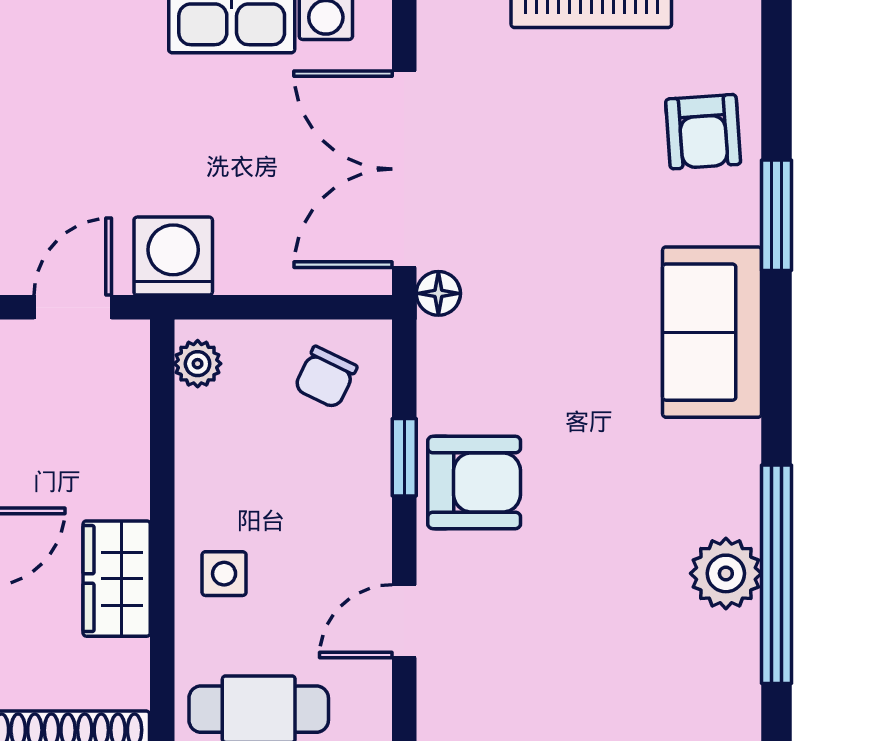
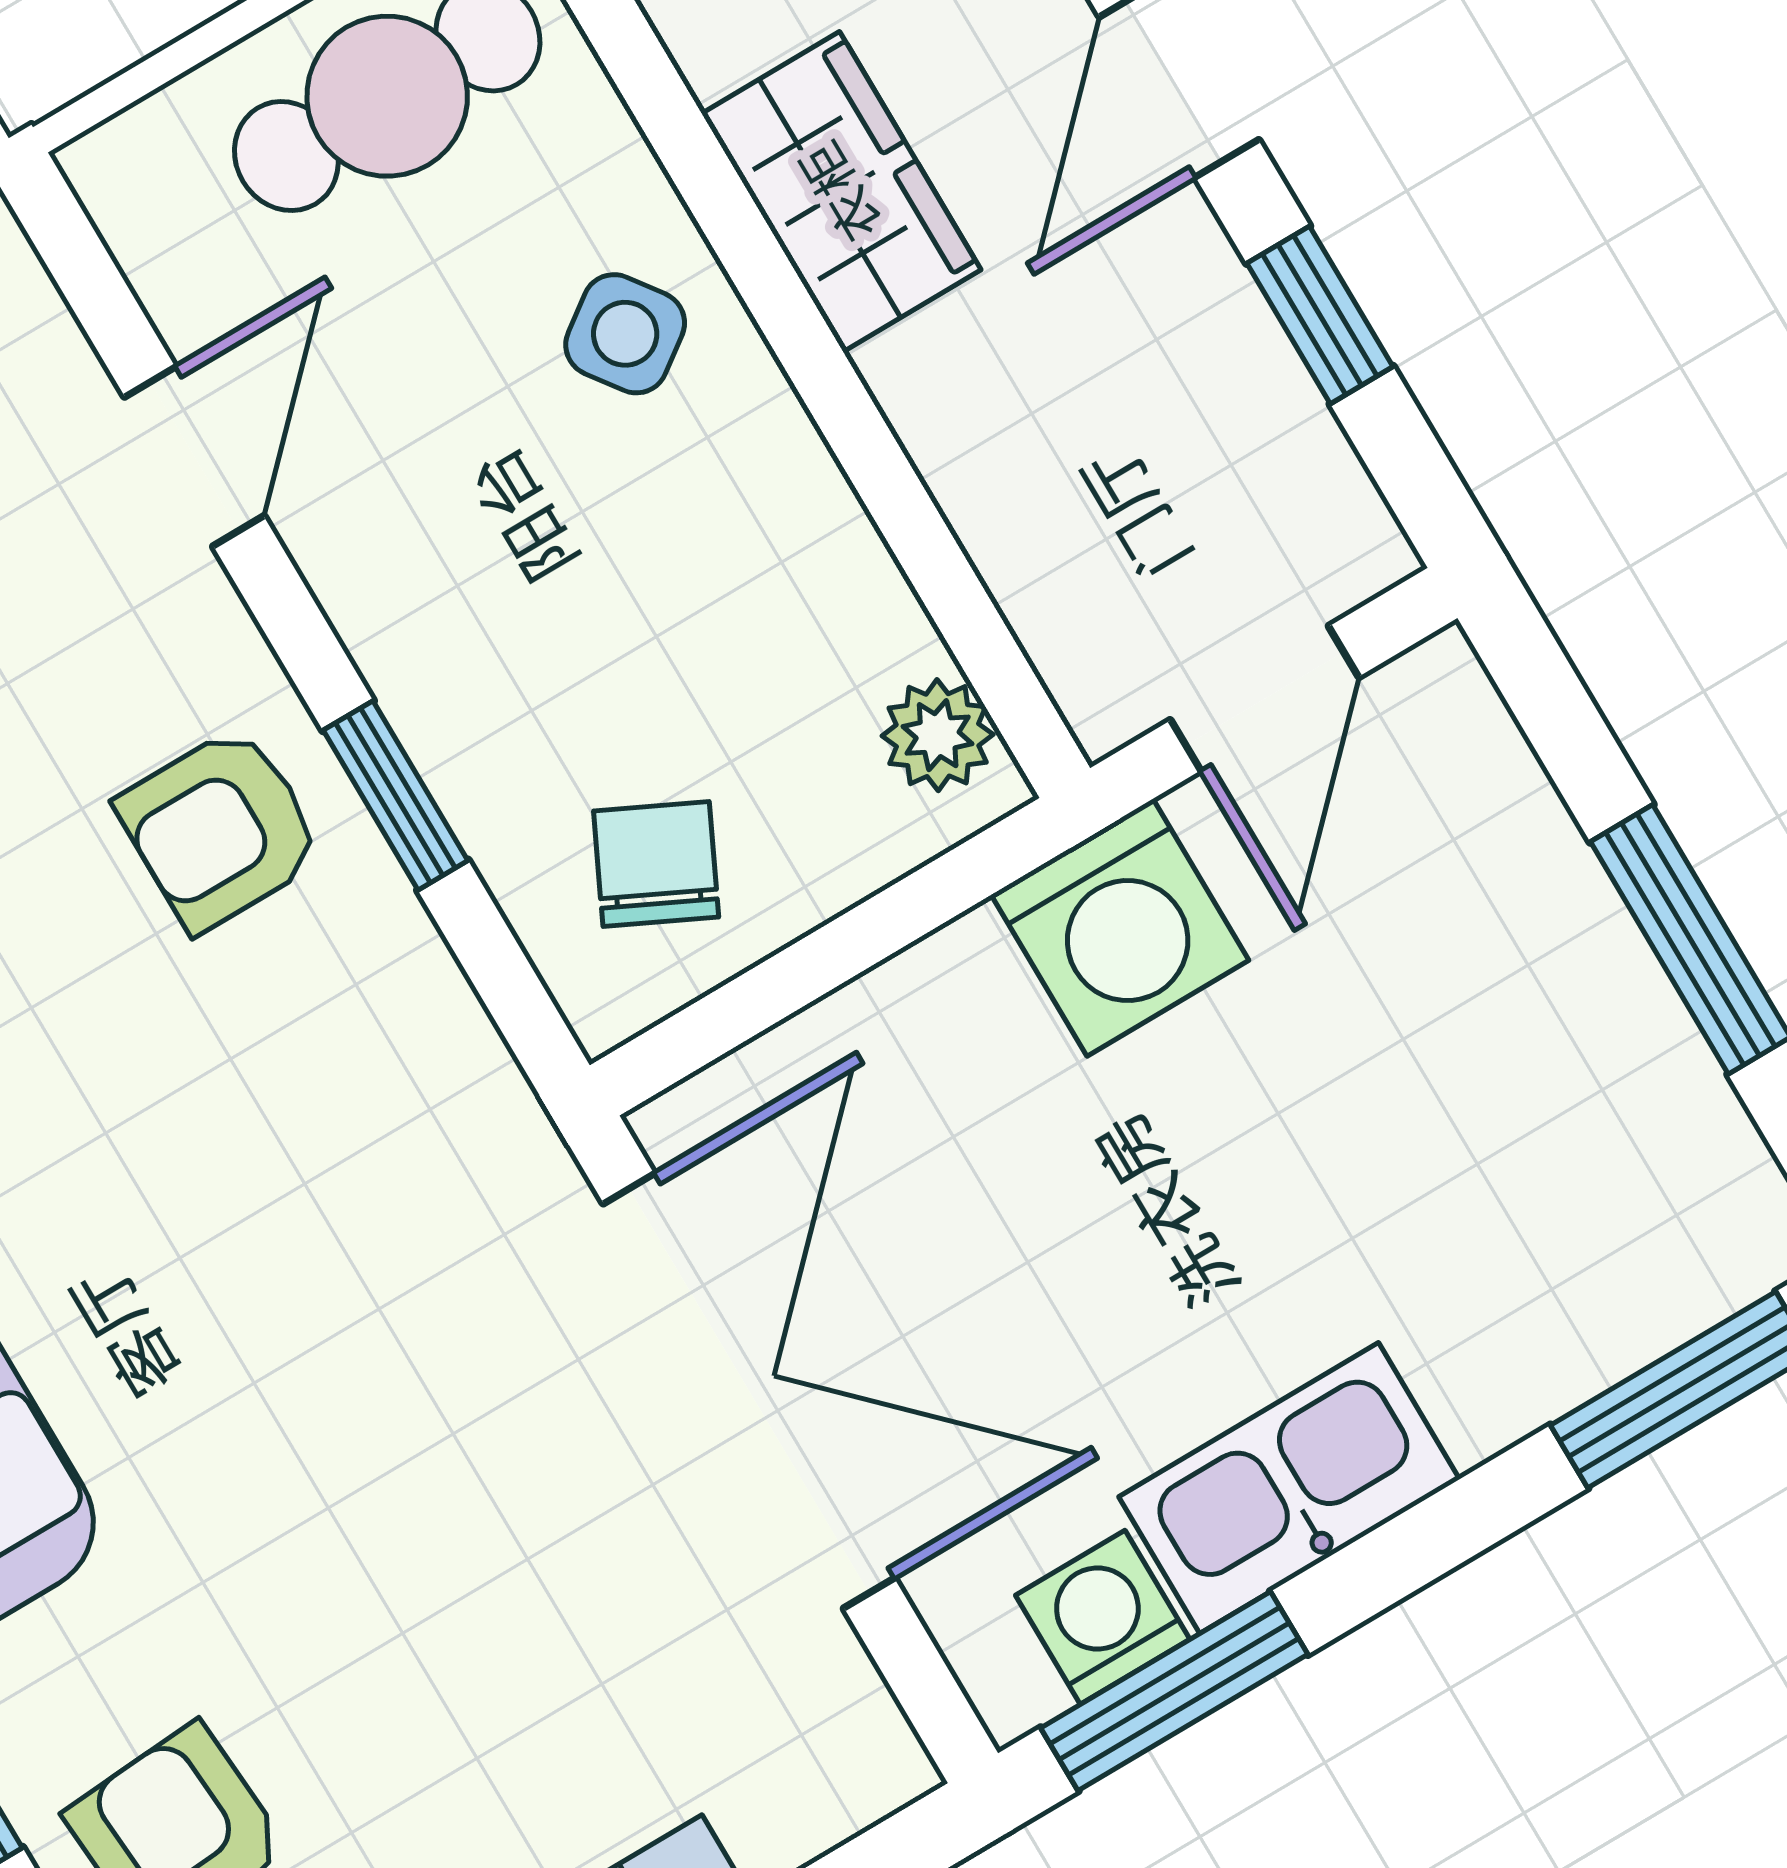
floor lamp: (438, 293) -> (526, 1176), removed
armchair: (474, 482) -> (220, 829), width x0.72, depth x0.72
side table: (224, 574) -> (625, 334), turned -36

